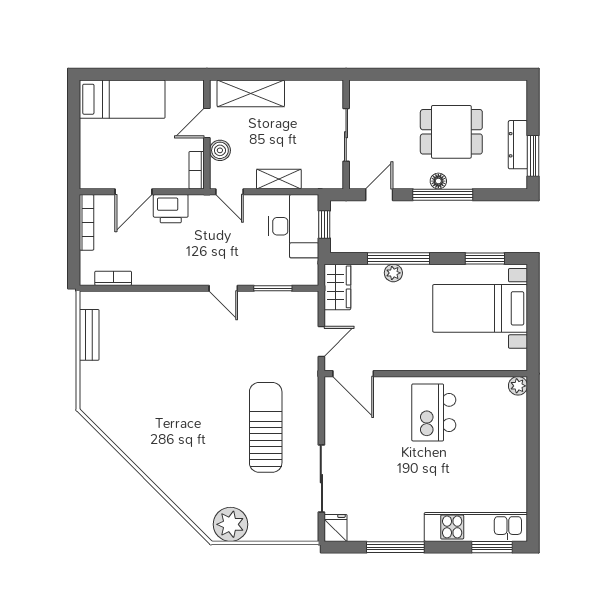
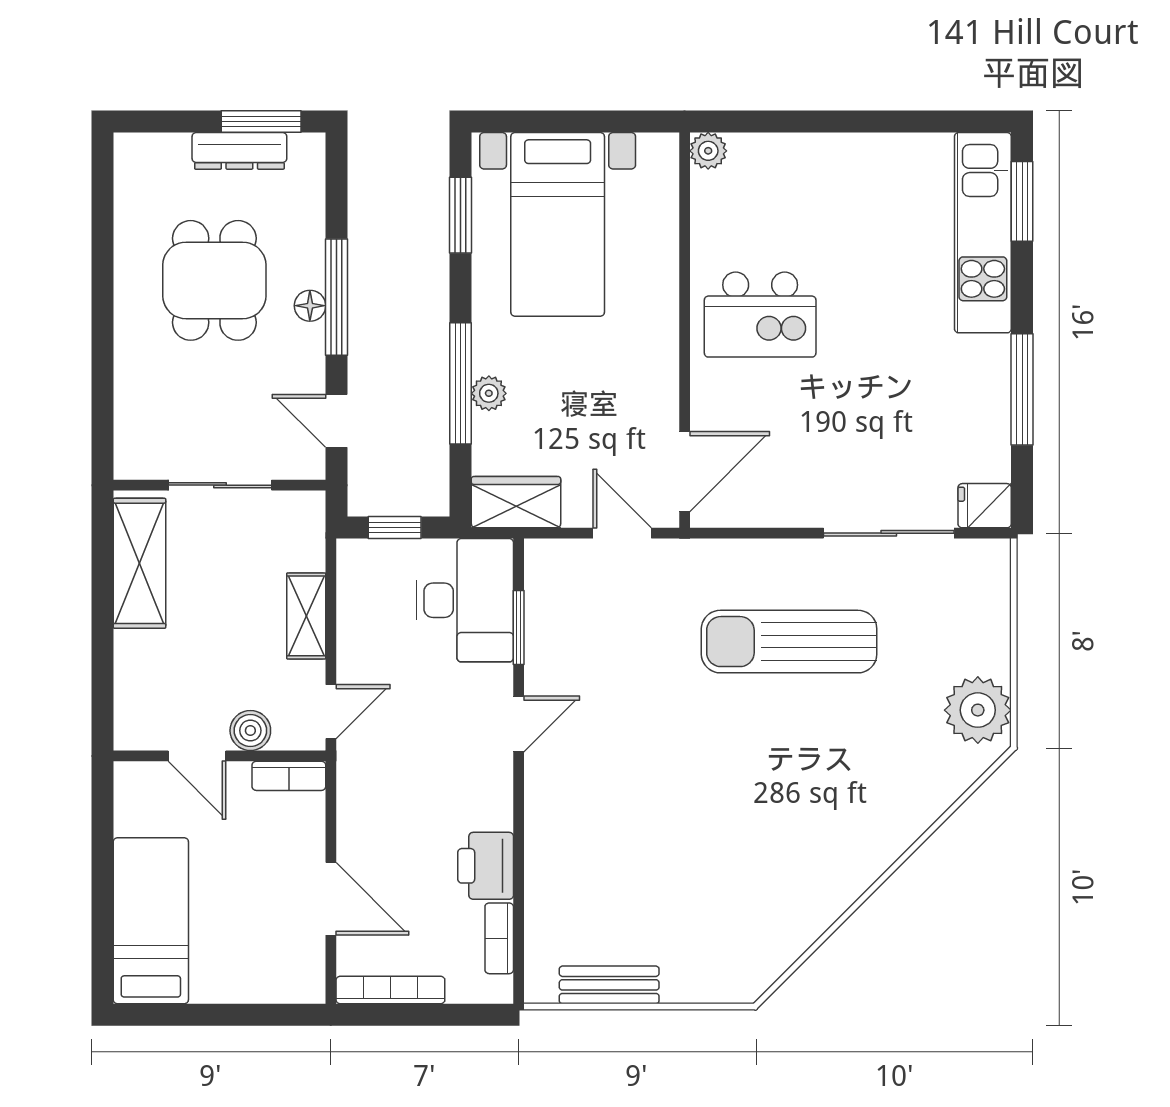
shelving: (251, 93) -> (140, 563), moved
printer: (171, 209) -> (486, 866), moved, turned 180
desk: (294, 226) -> (465, 600), moved, turned 90

